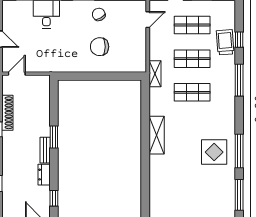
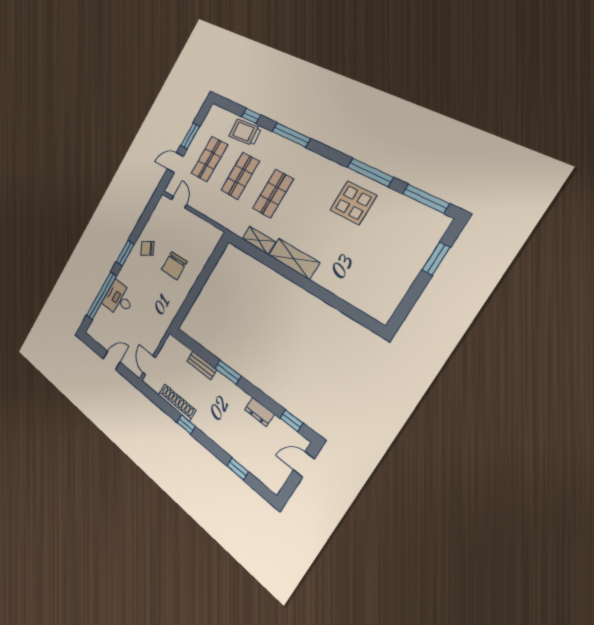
shelving: (155, 74) -> (259, 240), moved
bench: (45, 150) -> (202, 365), moved

